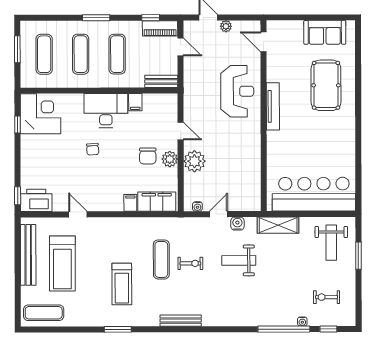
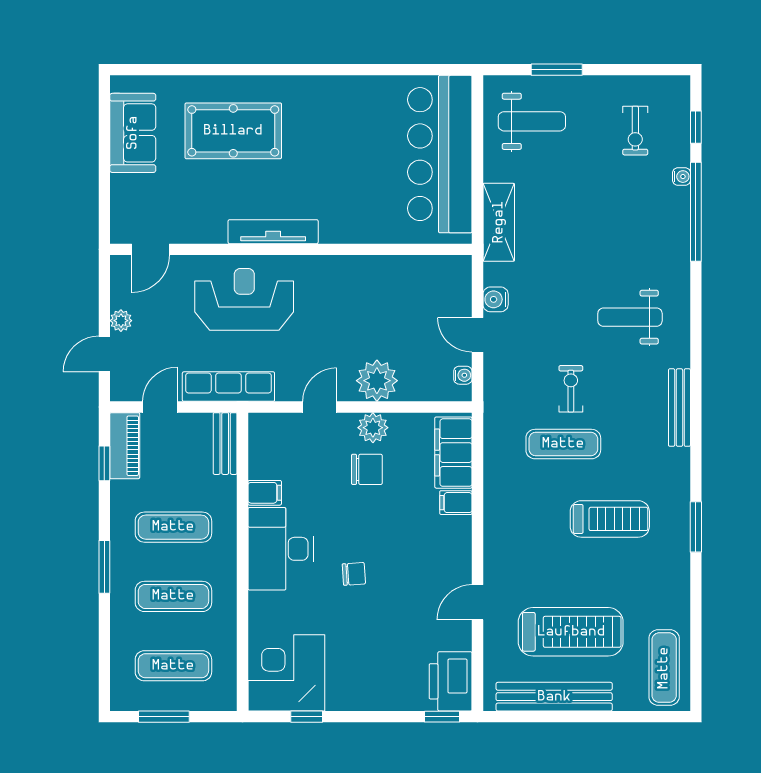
row of seats: (191, 83) -> (228, 387), added
weight bench: (239, 260) -> (630, 317), moved, turned 90

